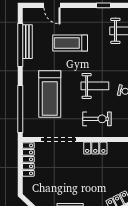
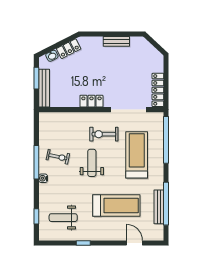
treadmill: (70, 43) -> (116, 206), width x1.37, depth x1.38
weight bench: (95, 86) -> (92, 163), turned 90
exercise bike: (97, 119) -> (104, 134), moved

